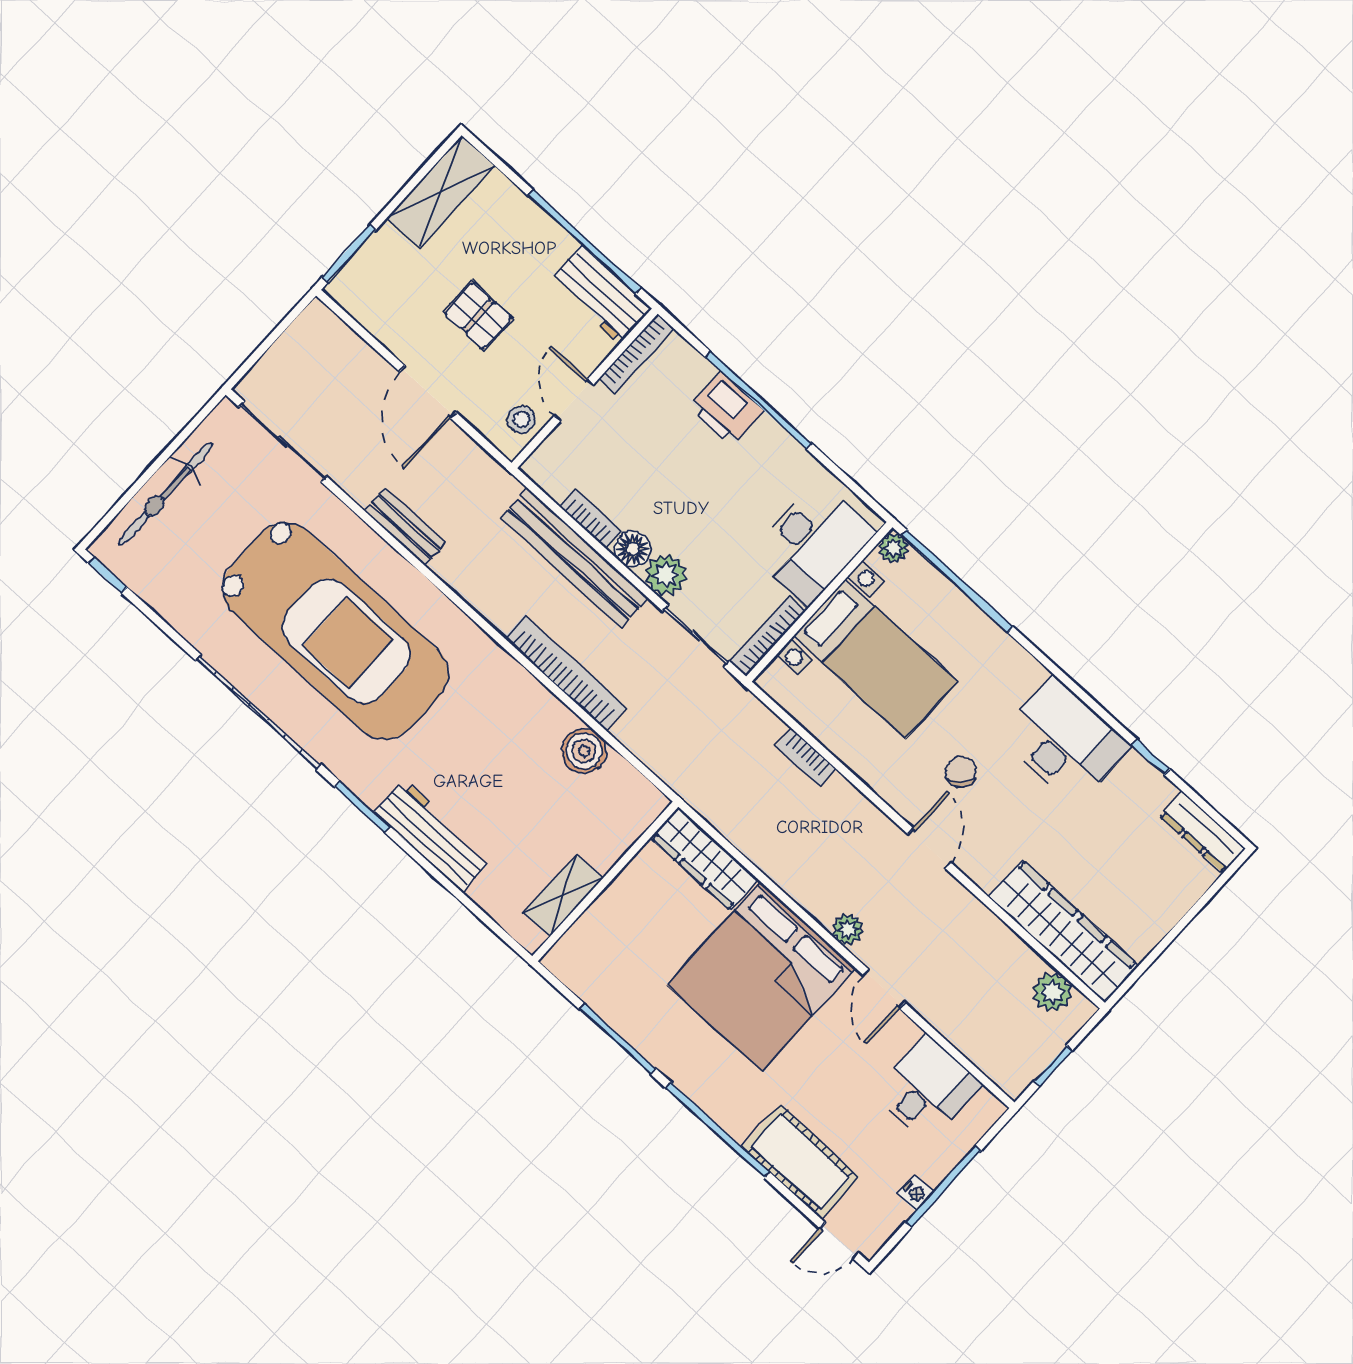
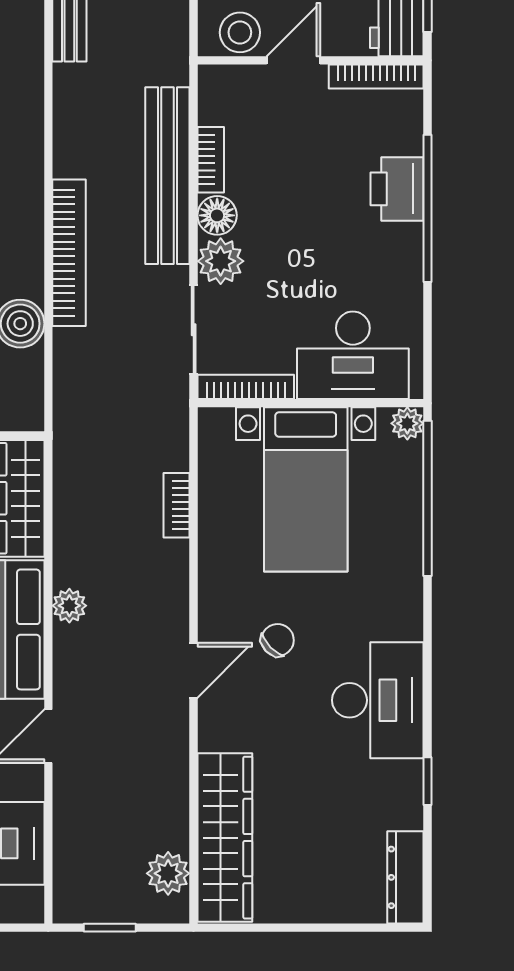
stool: (522, 419) -> (240, 32), width x1.37, depth x1.37
plant: (848, 929) -> (69, 606), moved

